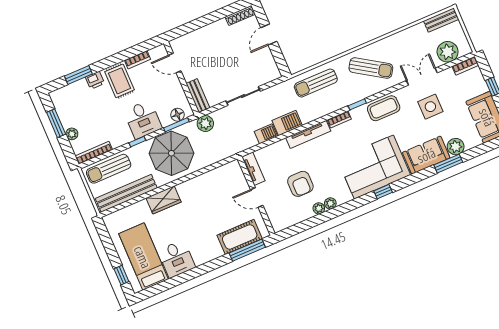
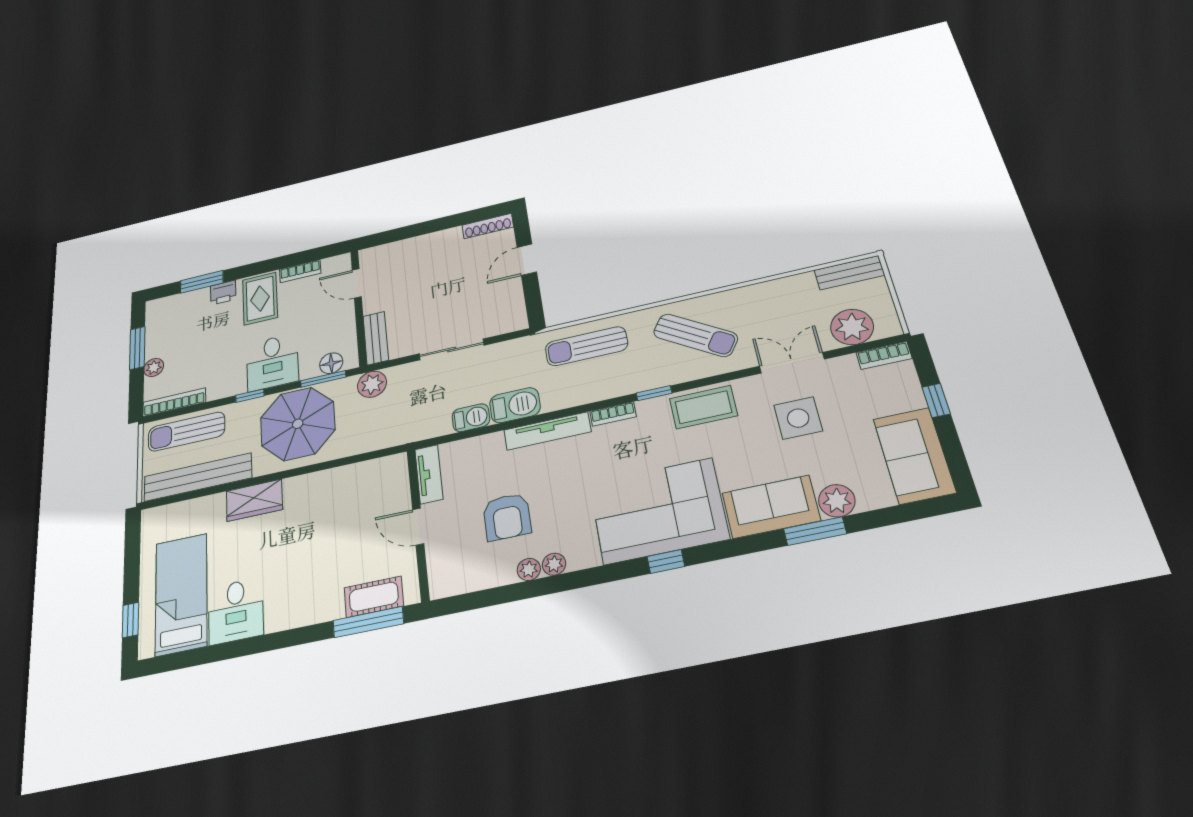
cot: (240, 237) -> (374, 597), width x0.73, depth x0.75

